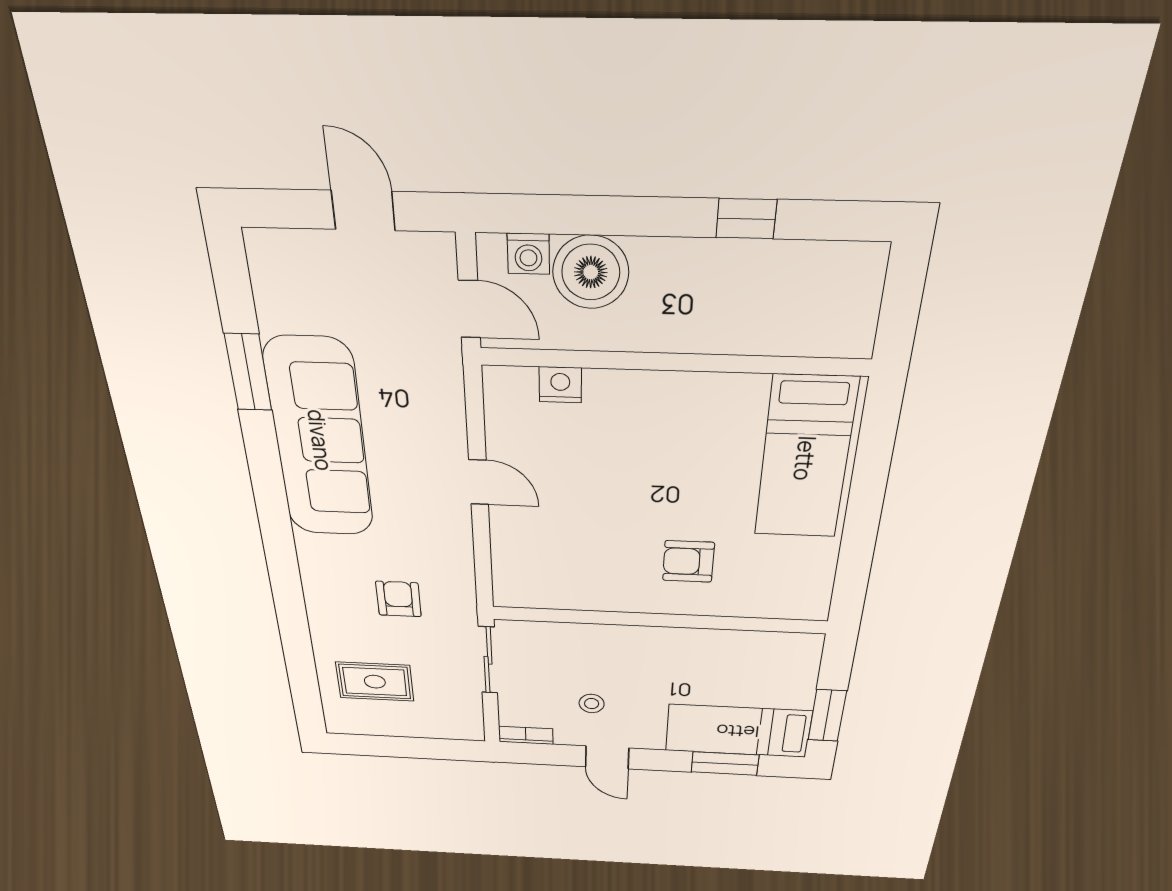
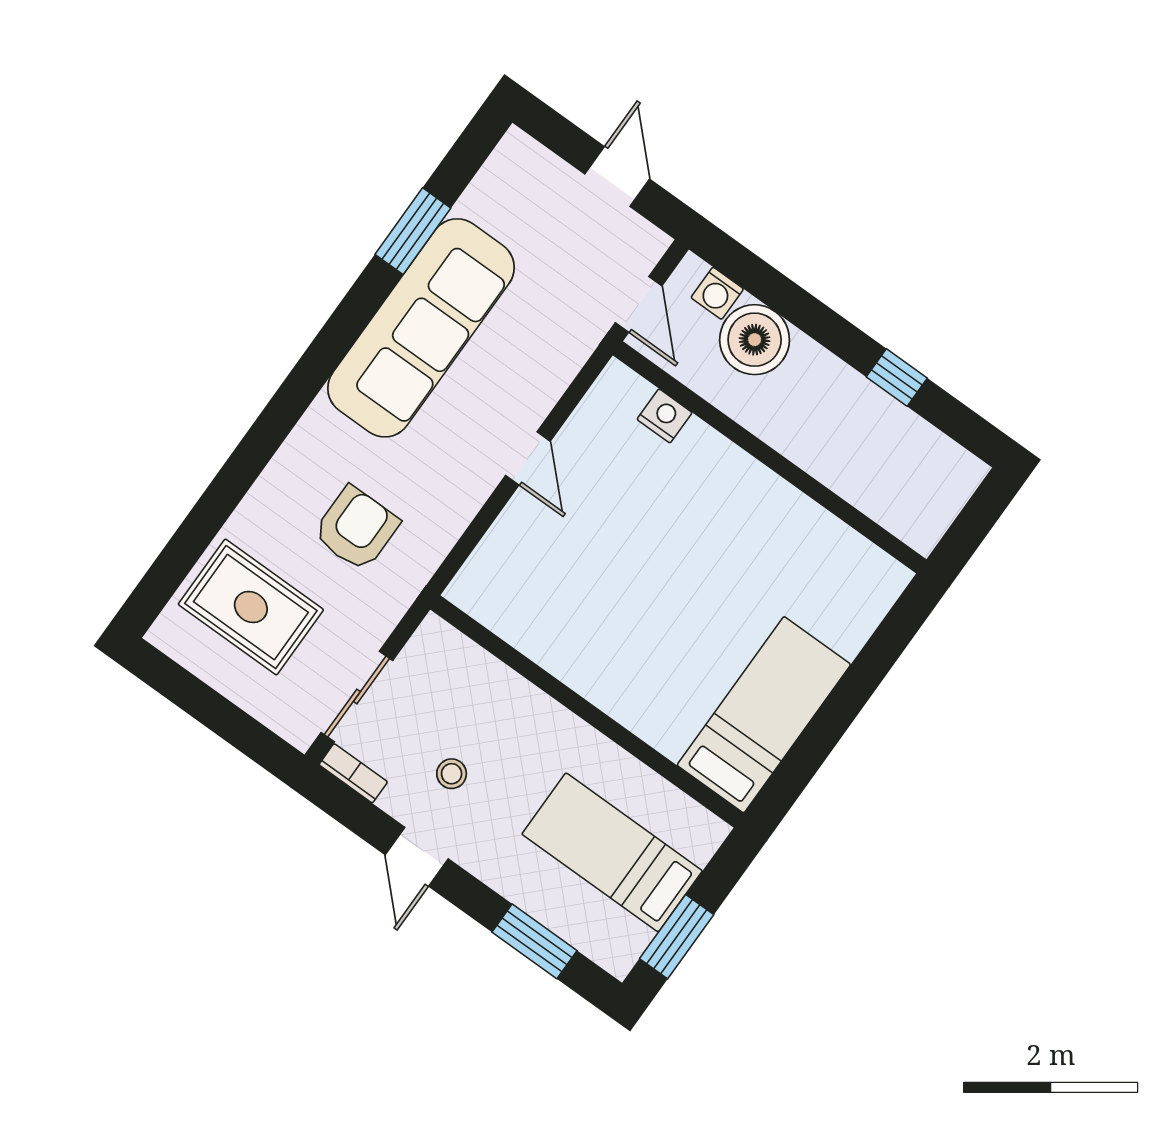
bed: (805, 458) -> (764, 715), moved, turned 180
armchair: (688, 561) -> (657, 662), removed
armchair: (398, 599) -> (356, 528), width x1.38, depth x1.38
sliding door: (488, 660) -> (357, 696), moved
rug: (375, 682) -> (251, 607), width x1.36, depth x1.43
bed: (738, 731) -> (612, 852), moved

